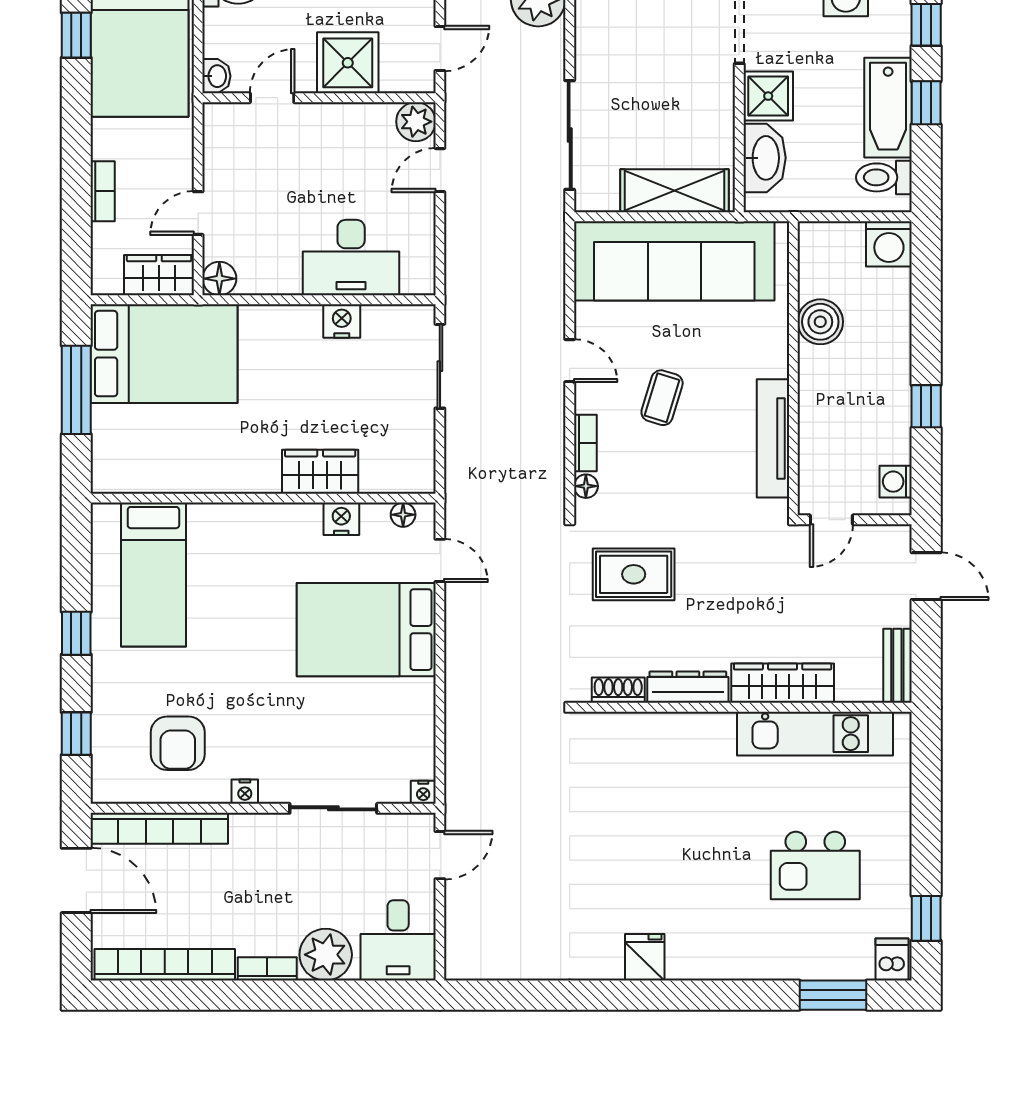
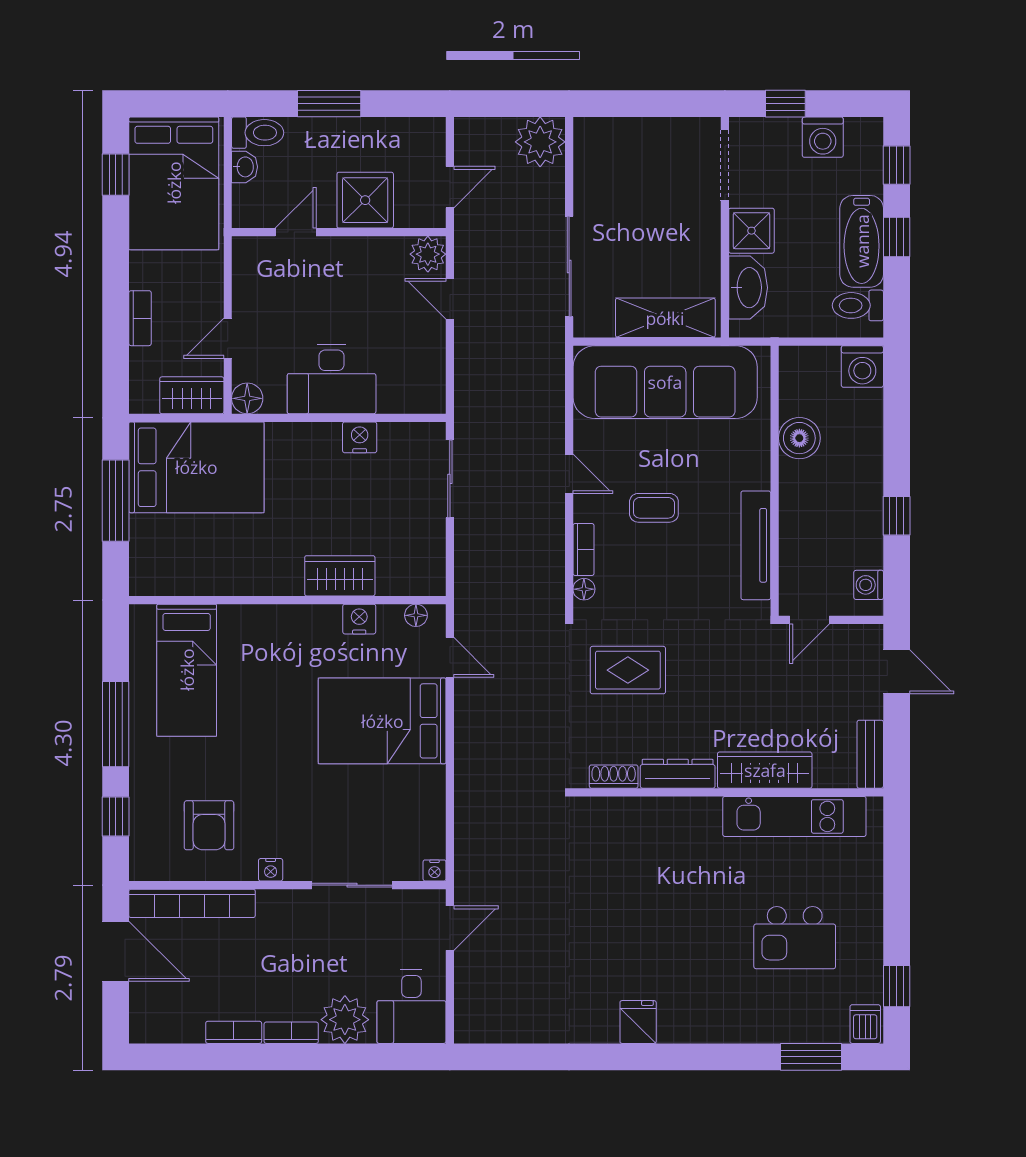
washbasin: (216, 76) -> (245, 167), moved
door: (440, 170) -> (450, 299), hinge flipped
desk: (351, 258) -> (332, 379), moved
coffee table: (662, 398) -> (654, 508), turned 73
window: (76, 633) -> (116, 724), width x2.17
bookcase: (165, 965) -> (234, 1032), width x0.43, depth x0.76

